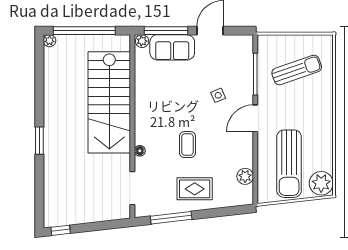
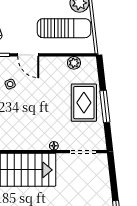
coffee table: (187, 145) -> (49, 108), removed
rug: (195, 189) -> (84, 103), width x1.36, depth x1.43
window: (171, 218) -> (105, 106), moved

